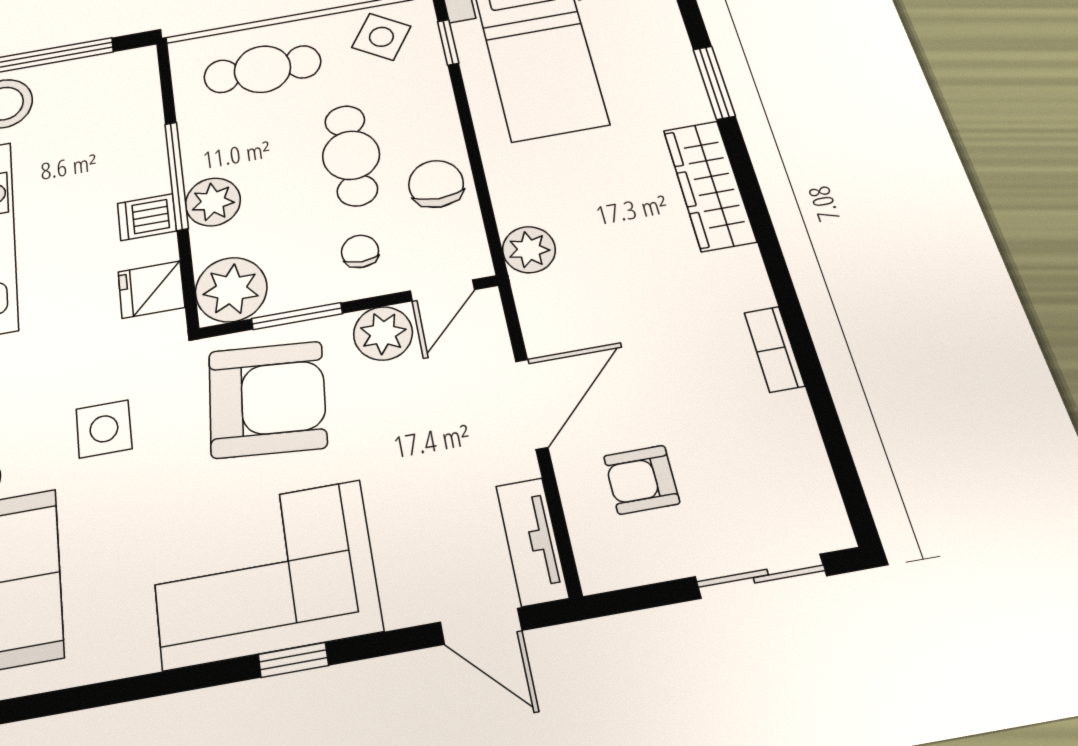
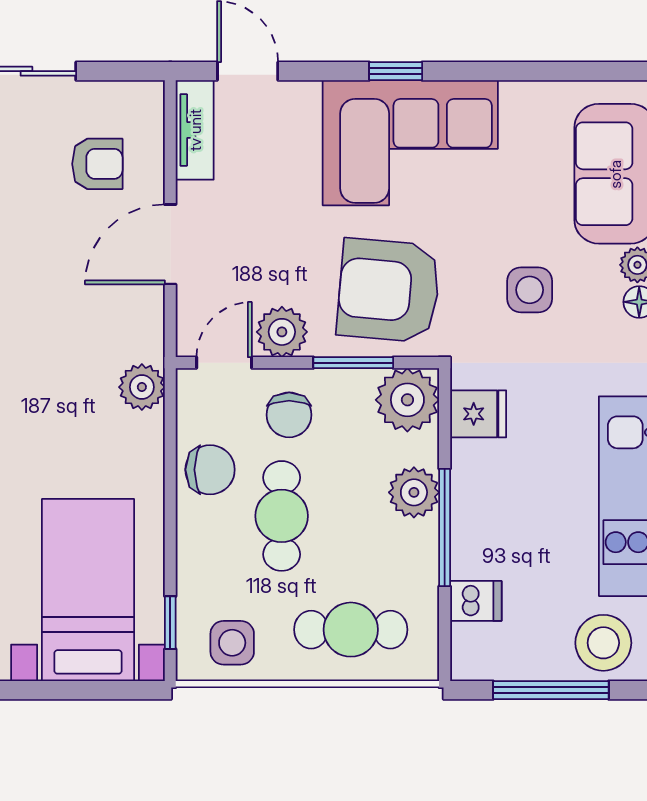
side table: (381, 37) -> (232, 643), turned -33
chair: (436, 184) -> (210, 470), turned -90
dishwasher: (147, 217) -> (476, 601), moved
chair: (360, 251) -> (289, 415), width x1.37, depth x1.37

